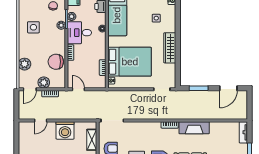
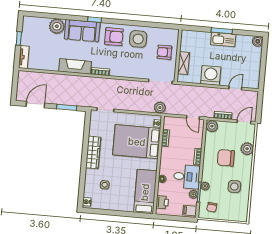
chair: (56, 62) -> (226, 158), moved, turned 180
plant: (44, 82) -> (212, 126), moved
plant: (110, 96) -> (160, 108), added

